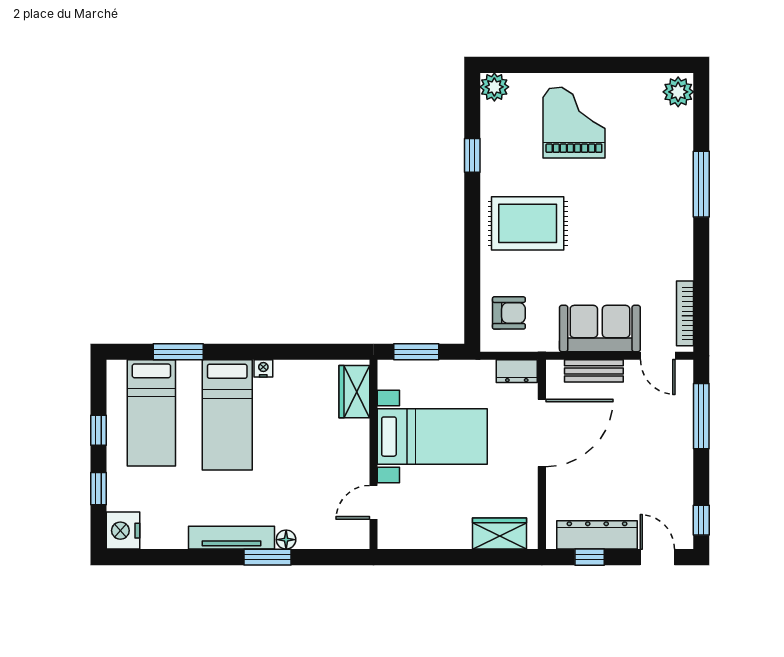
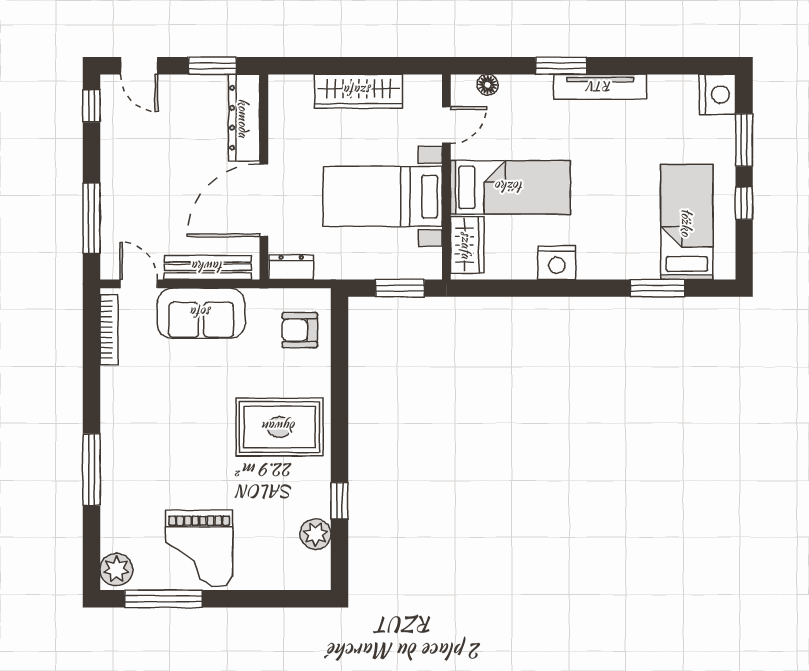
window: (635, 65) -> (164, 599), added
plant: (494, 87) -> (316, 534), moved
grand piano: (574, 123) -> (199, 548), moved
nightstand: (263, 368) -> (557, 263), width x1.89, depth x1.79
bench: (594, 371) -> (208, 267), width x1.36
bed: (227, 415) -> (510, 187), moved, turned 90
window: (98, 489) -> (744, 140), width x1.50
wardrobe: (500, 534) -> (358, 91), moved, width x1.50
dresser: (597, 535) -> (244, 118), moved, turned 90
floor lamp: (286, 540) -> (488, 85), moved
window: (590, 557) -> (212, 66), width x1.50

